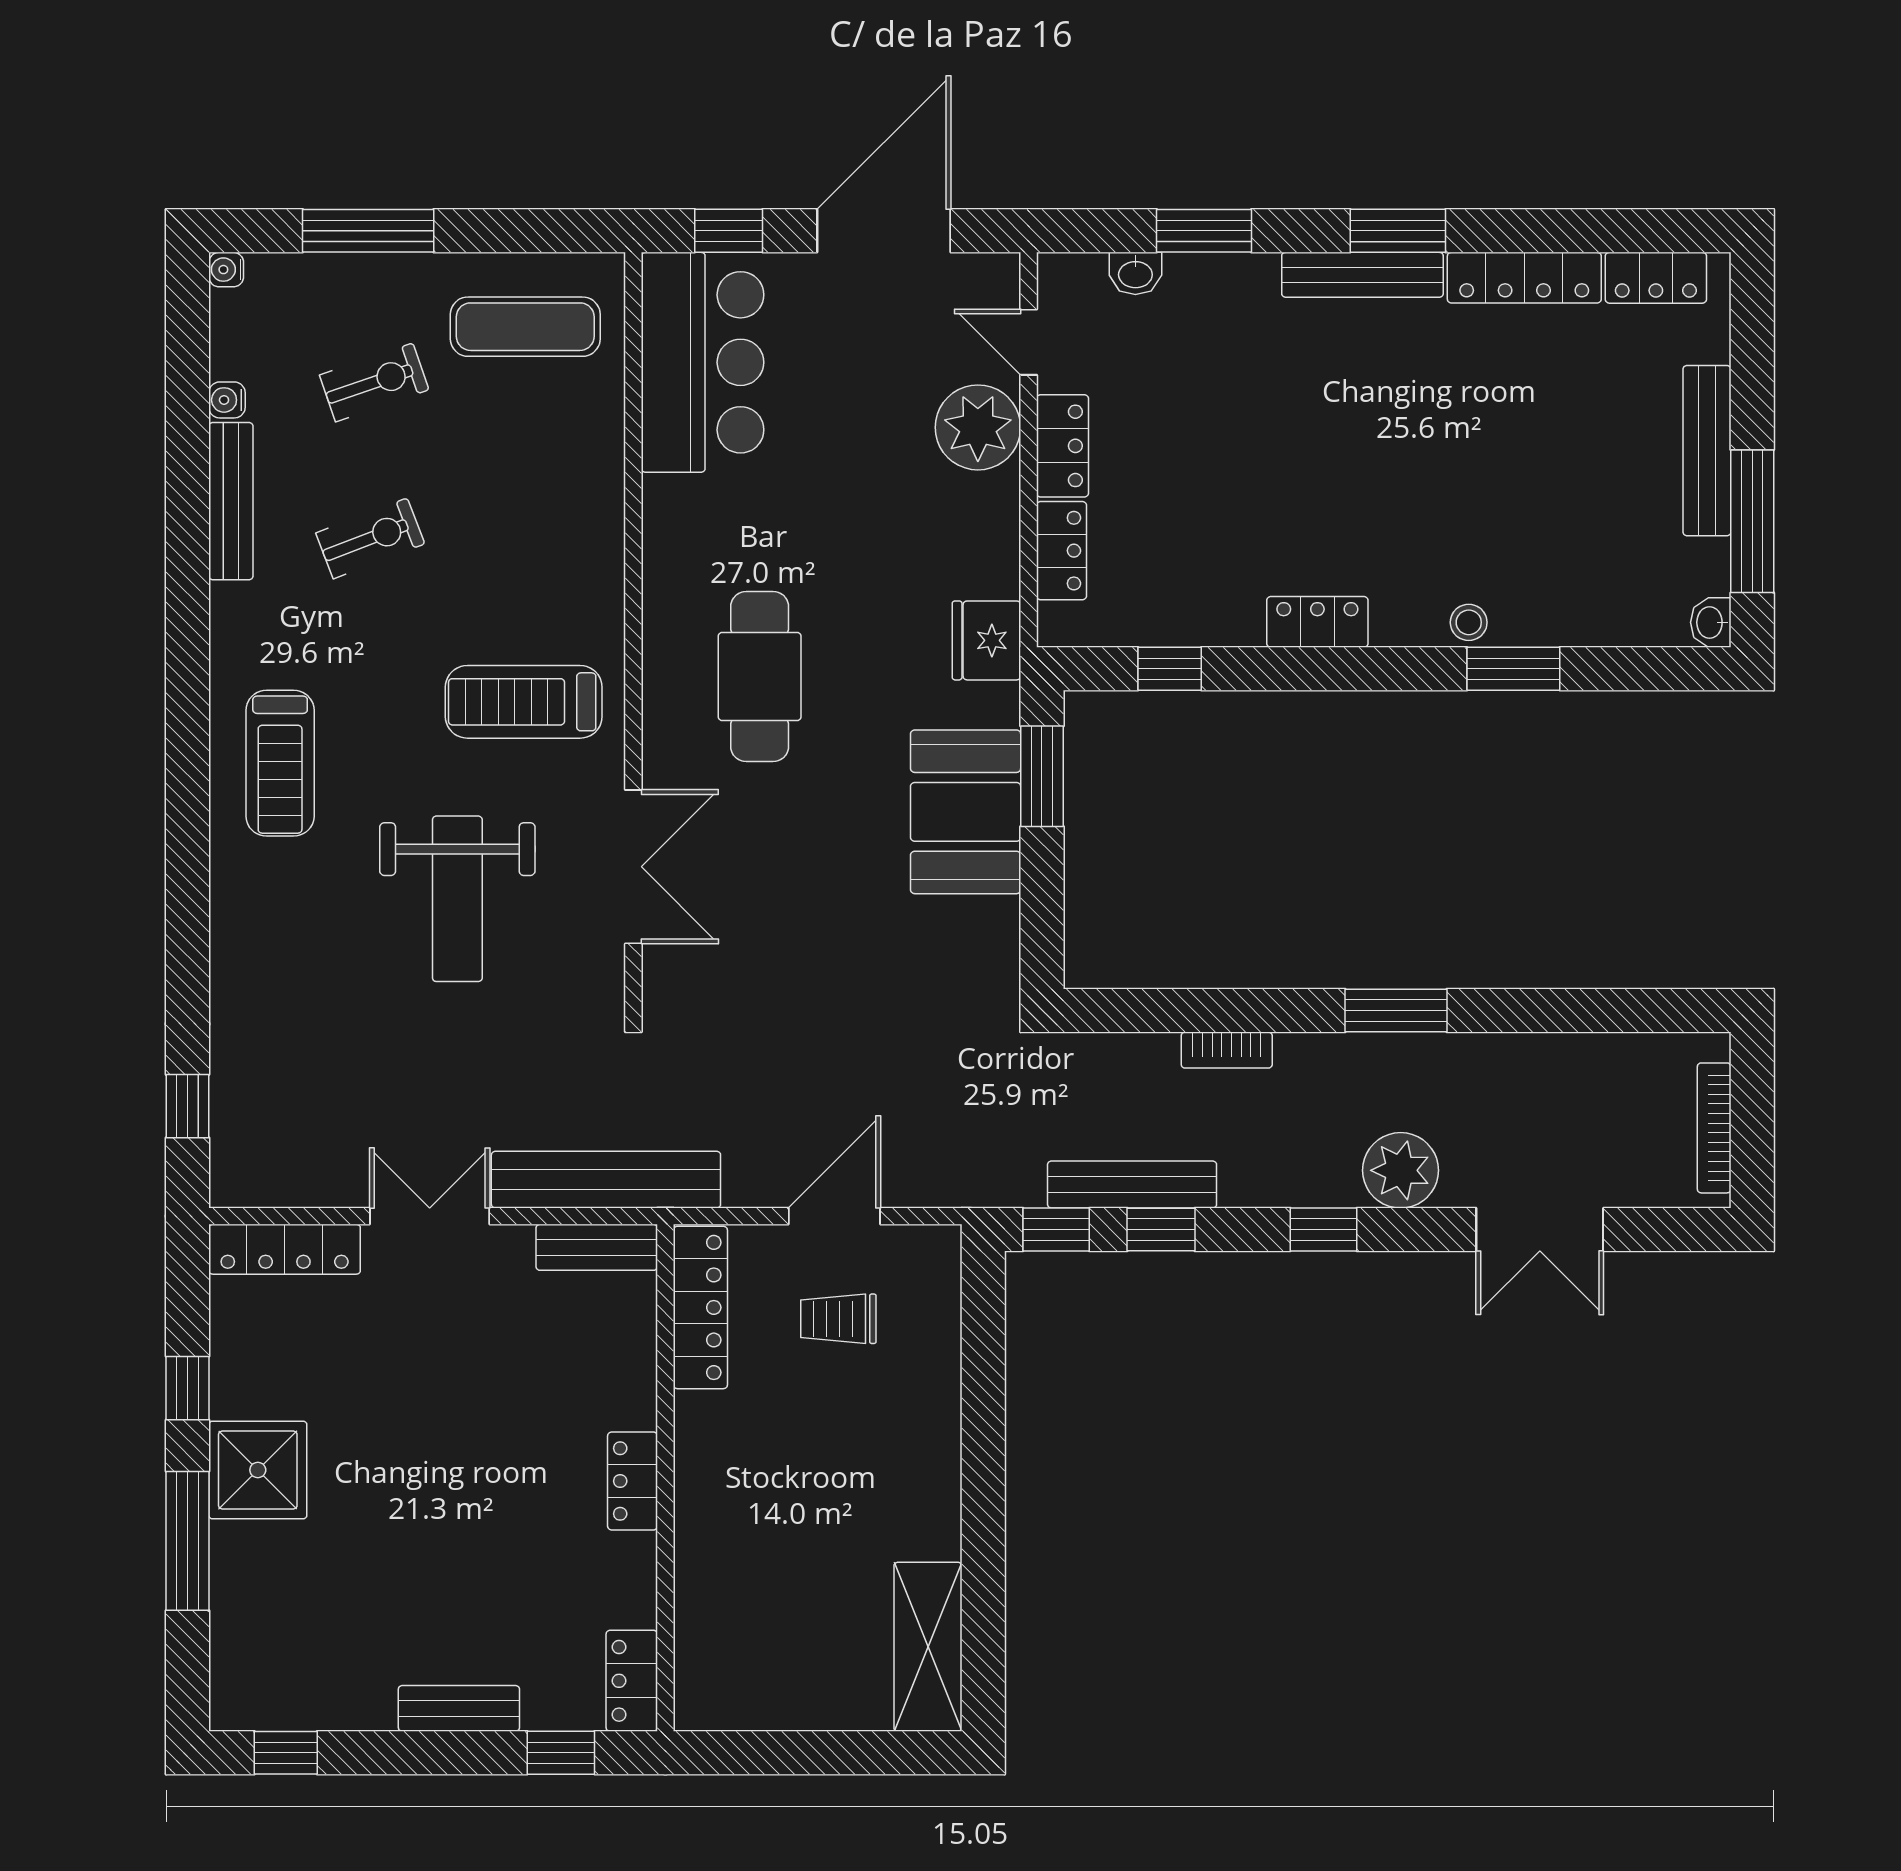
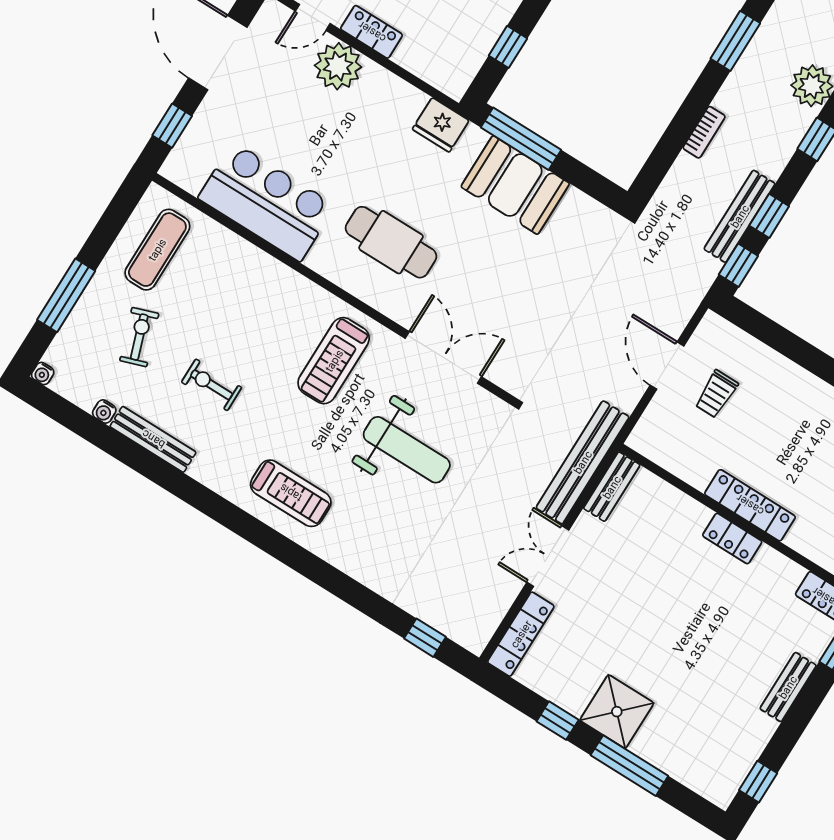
bar counter: (703, 362) -> (267, 202), moved
exercise bike: (370, 538) -> (212, 385), turned -69
locker: (1061, 551) -> (421, 63), removed
window: (1042, 776) -> (521, 139), width x1.44
locker: (700, 1307) -> (750, 505), moved

